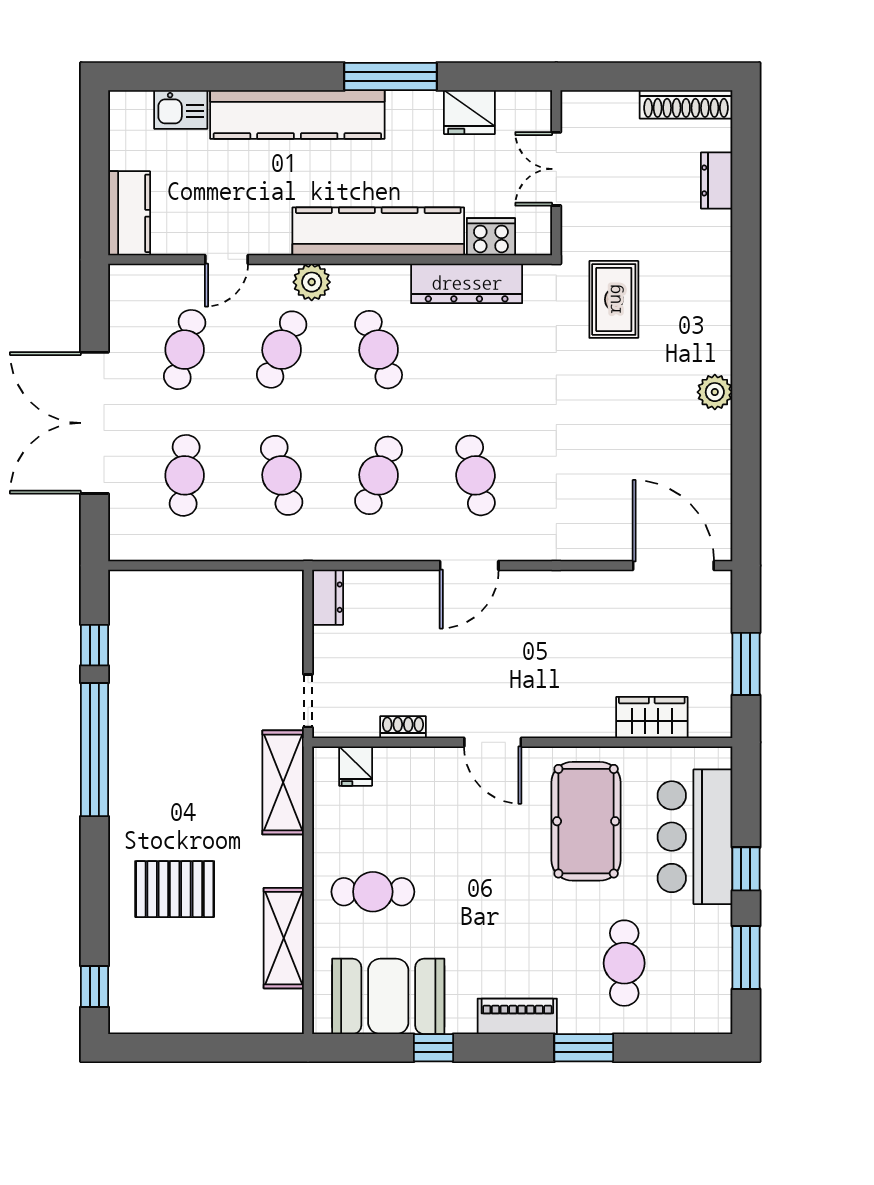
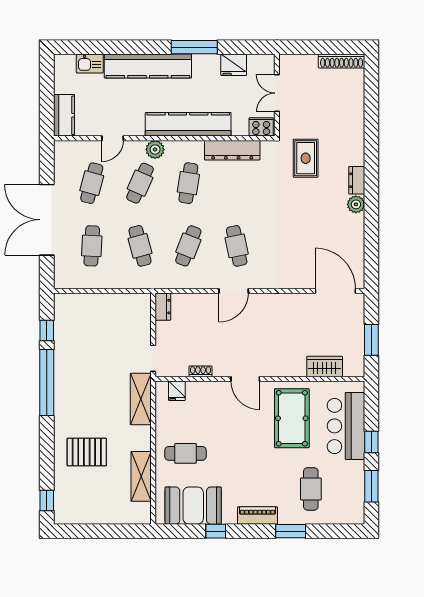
dresser: (717, 180) -> (357, 180), moved
cooker: (491, 237) -> (261, 127), moved
cafe table: (379, 350) -> (188, 183), turned 30

